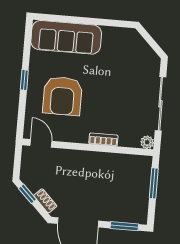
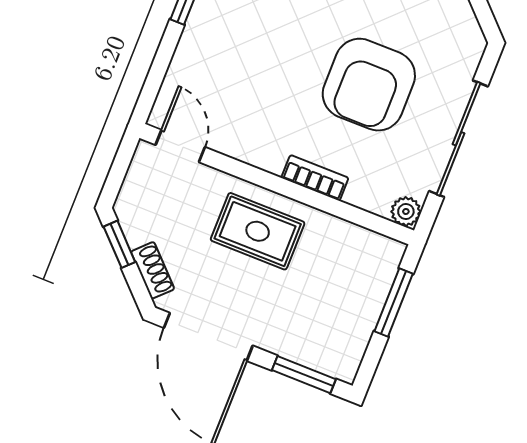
armchair: (62, 96) -> (369, 85), moved
rug: (86, 170) -> (258, 231), added

